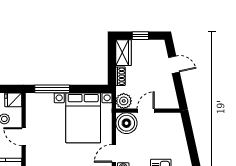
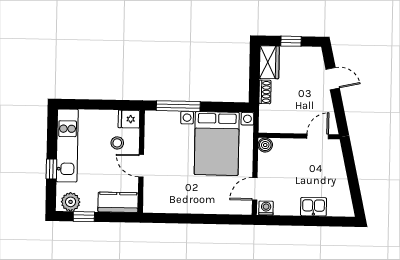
plant: (124, 101) -> (268, 123), removed
door: (146, 111) -> (318, 136), moved
boiler: (126, 123) -> (265, 145), width x0.54, depth x0.54

